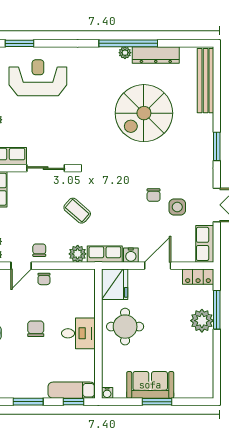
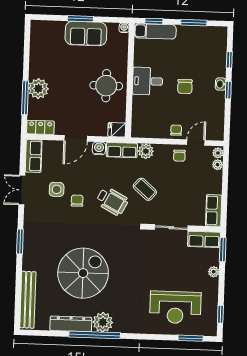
plant: (125, 53) -> (103, 322), width x1.88, depth x1.88
wheelchair: (114, 196) -> (112, 201), added
fridge: (115, 284) -> (117, 130), width x0.53, depth x0.75

